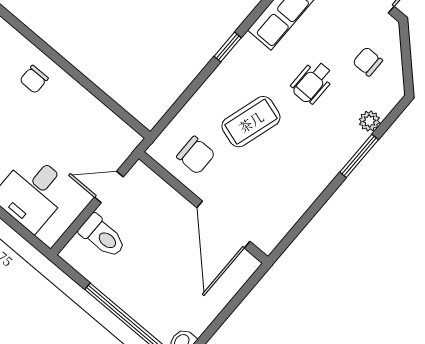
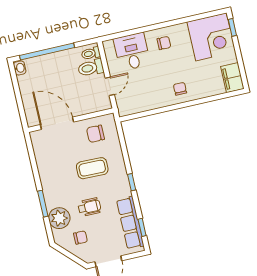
wheelchair: (312, 82) -> (89, 207), turned 90
plant: (369, 121) -> (59, 218), width x1.88, depth x1.88
coffee table: (251, 122) -> (92, 168), turned 74
toilet: (81, 252) -> (91, 53), added

